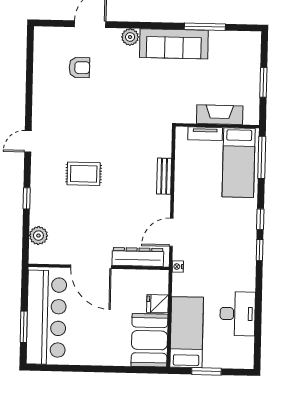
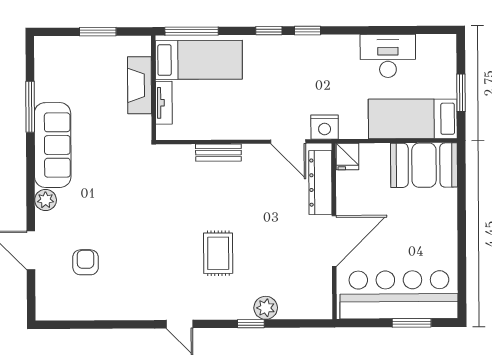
plant: (38, 236) -> (266, 308), moved
nightstand: (178, 267) -> (325, 127), width x1.89, depth x1.79
fridge: (157, 304) -> (347, 157), moved

